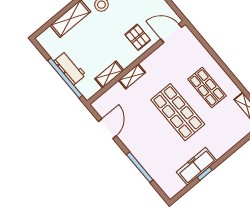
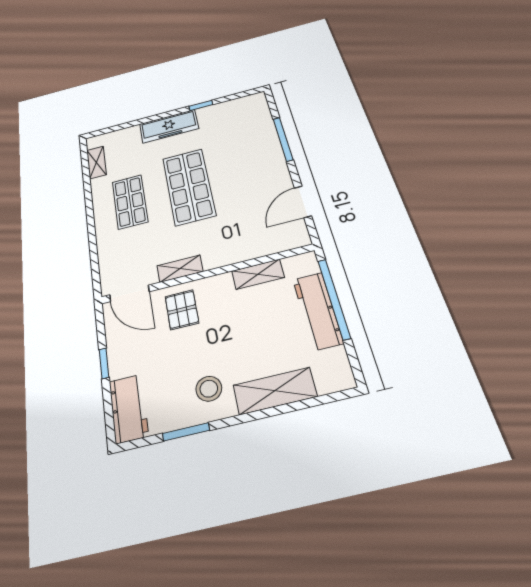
workbench: (70, 68) -> (318, 311), width x1.38
shelving: (132, 76) -> (180, 269), moved
freezer: (197, 166) -> (169, 126), moved

